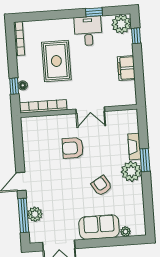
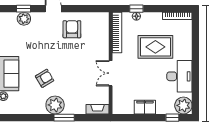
window: (94, 12) -> (195, 83), removed
desk: (88, 31) -> (179, 76), width x1.37
fireplace: (134, 147) -> (97, 109), moved
armchair: (73, 148) -> (72, 29), moved
window: (23, 215) -> (24, 9), width x0.46

